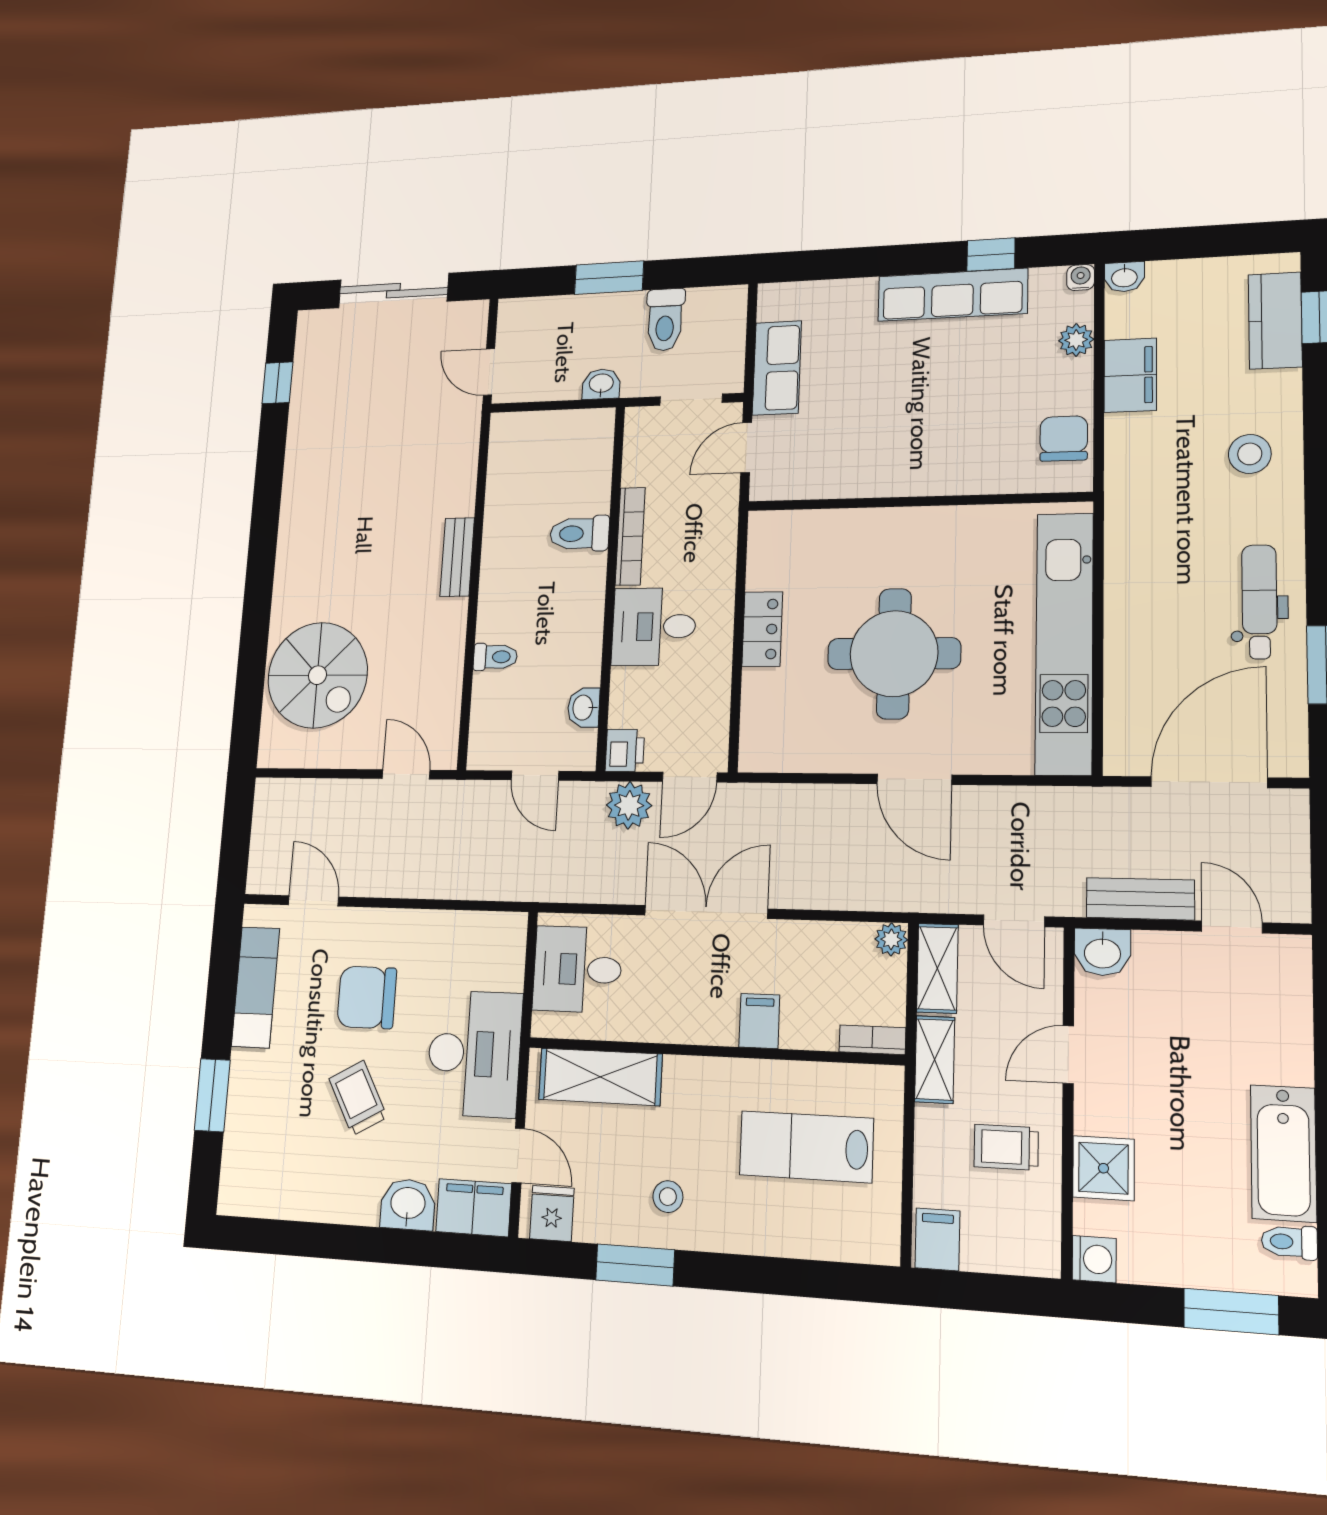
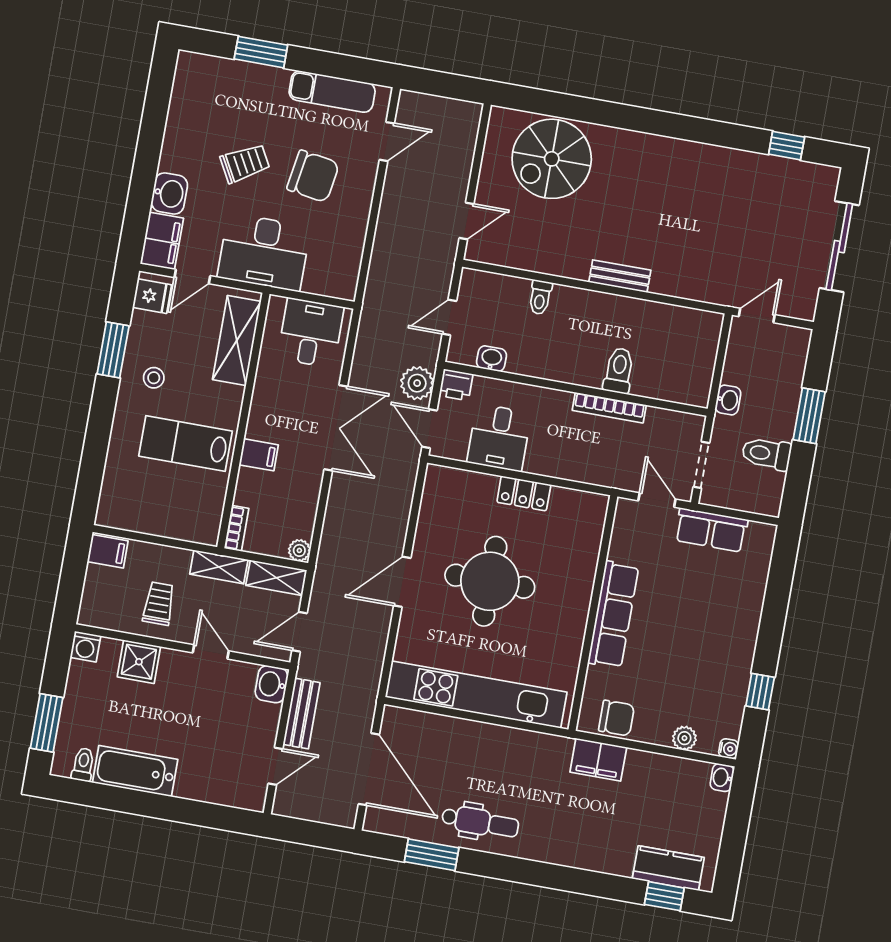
row of seats: (952, 295) -> (613, 615), moved, turned 180
filing cabinet: (1130, 375) -> (598, 760), moved
stool: (1250, 454) -> (580, 835), removed
desk: (654, 626) -> (499, 438), moved, turned 180
chair: (367, 997) -> (313, 176), turned 99
lab bench: (806, 1147) -> (186, 444), moved, turned -90

